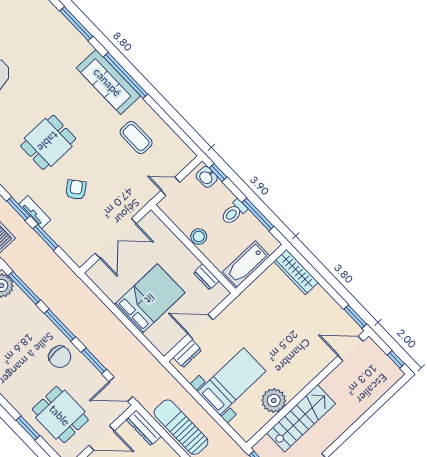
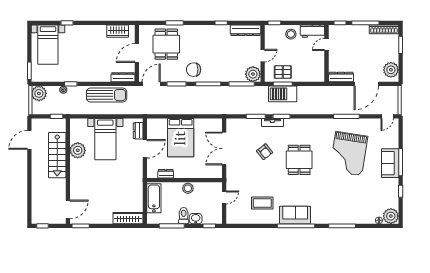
sofa: (108, 82) -> (295, 215), width x0.73
washbasin: (207, 177) -> (196, 219), moved
dining table: (60, 415) -> (166, 44), turned 90

